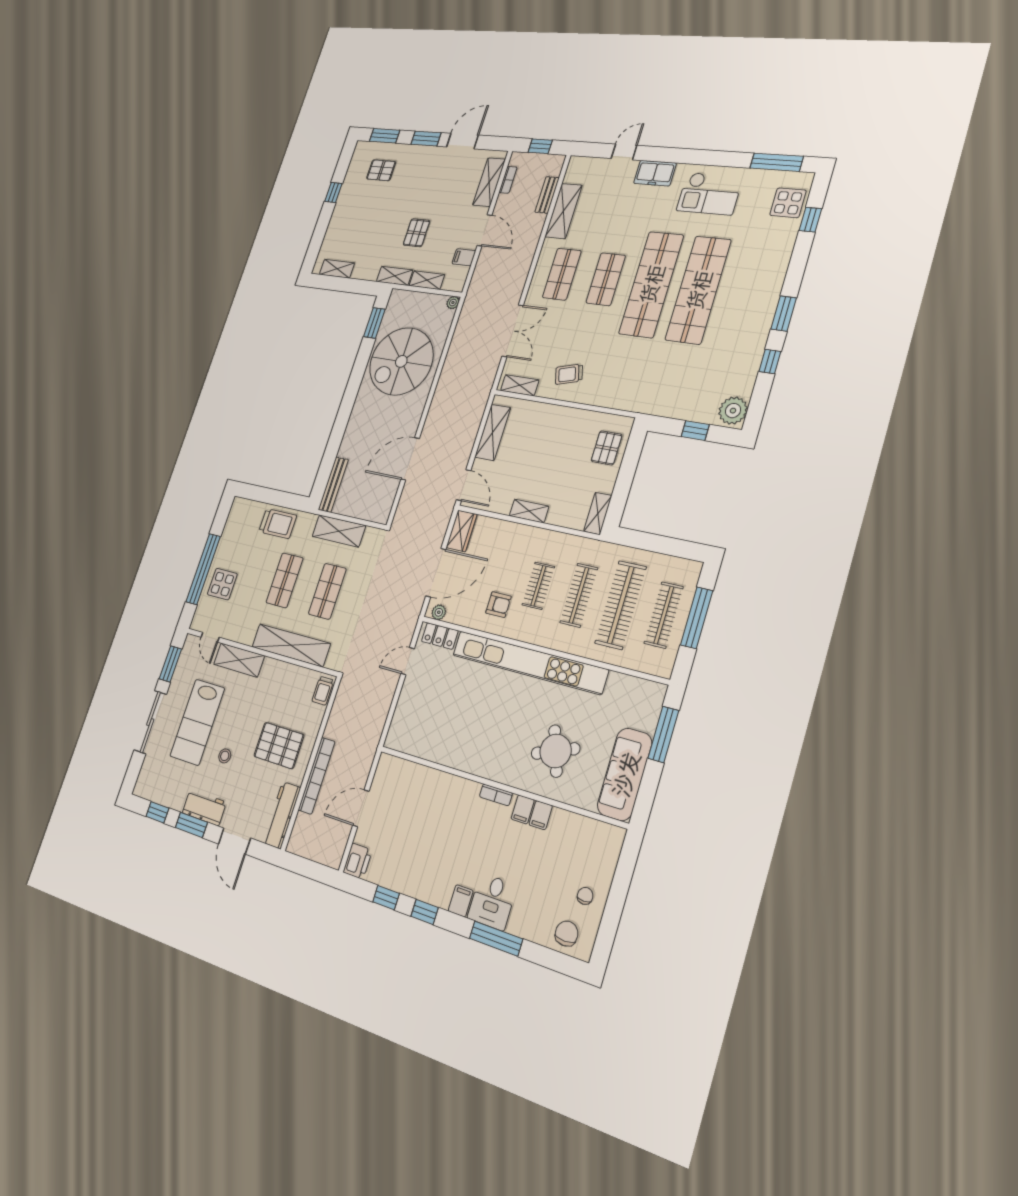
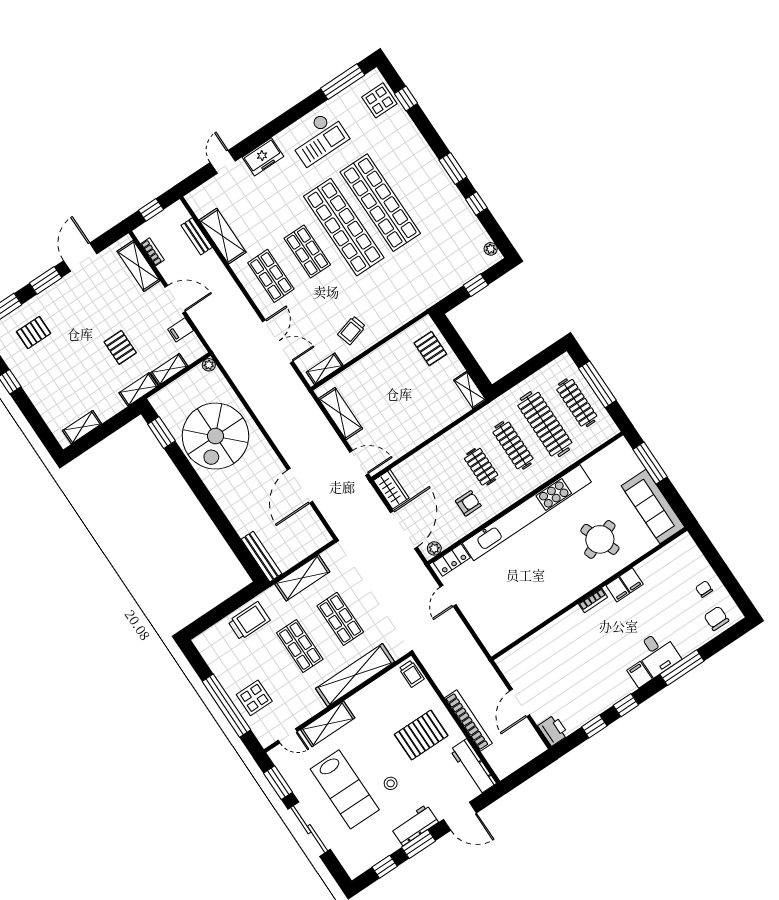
plant: (733, 411) -> (491, 249), width x0.53, depth x0.53
shelving: (529, 511) -> (423, 433), removed

